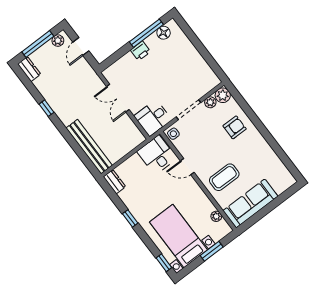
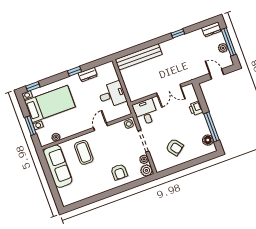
plant: (58, 41) -> (223, 48), moved
printer: (140, 51) -> (196, 108), moved
armchair: (184, 70) -> (175, 147), added
double door: (118, 98) -> (169, 90), swing flipped
desk: (157, 155) -> (112, 95), moved
dresser: (114, 182) -> (88, 75), moved

